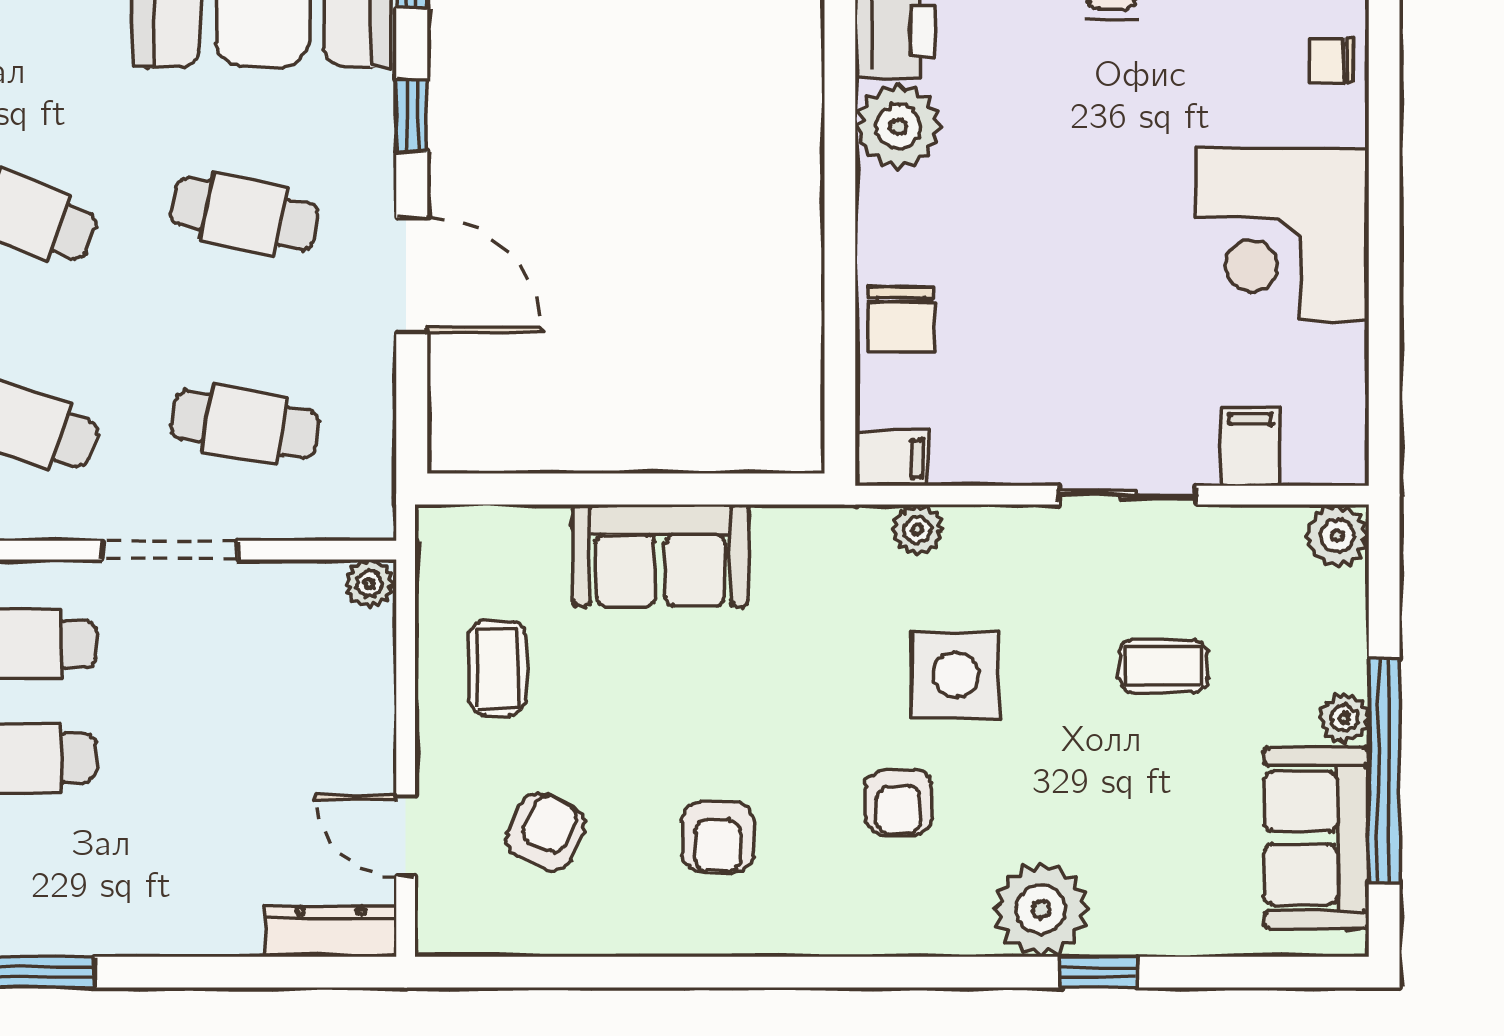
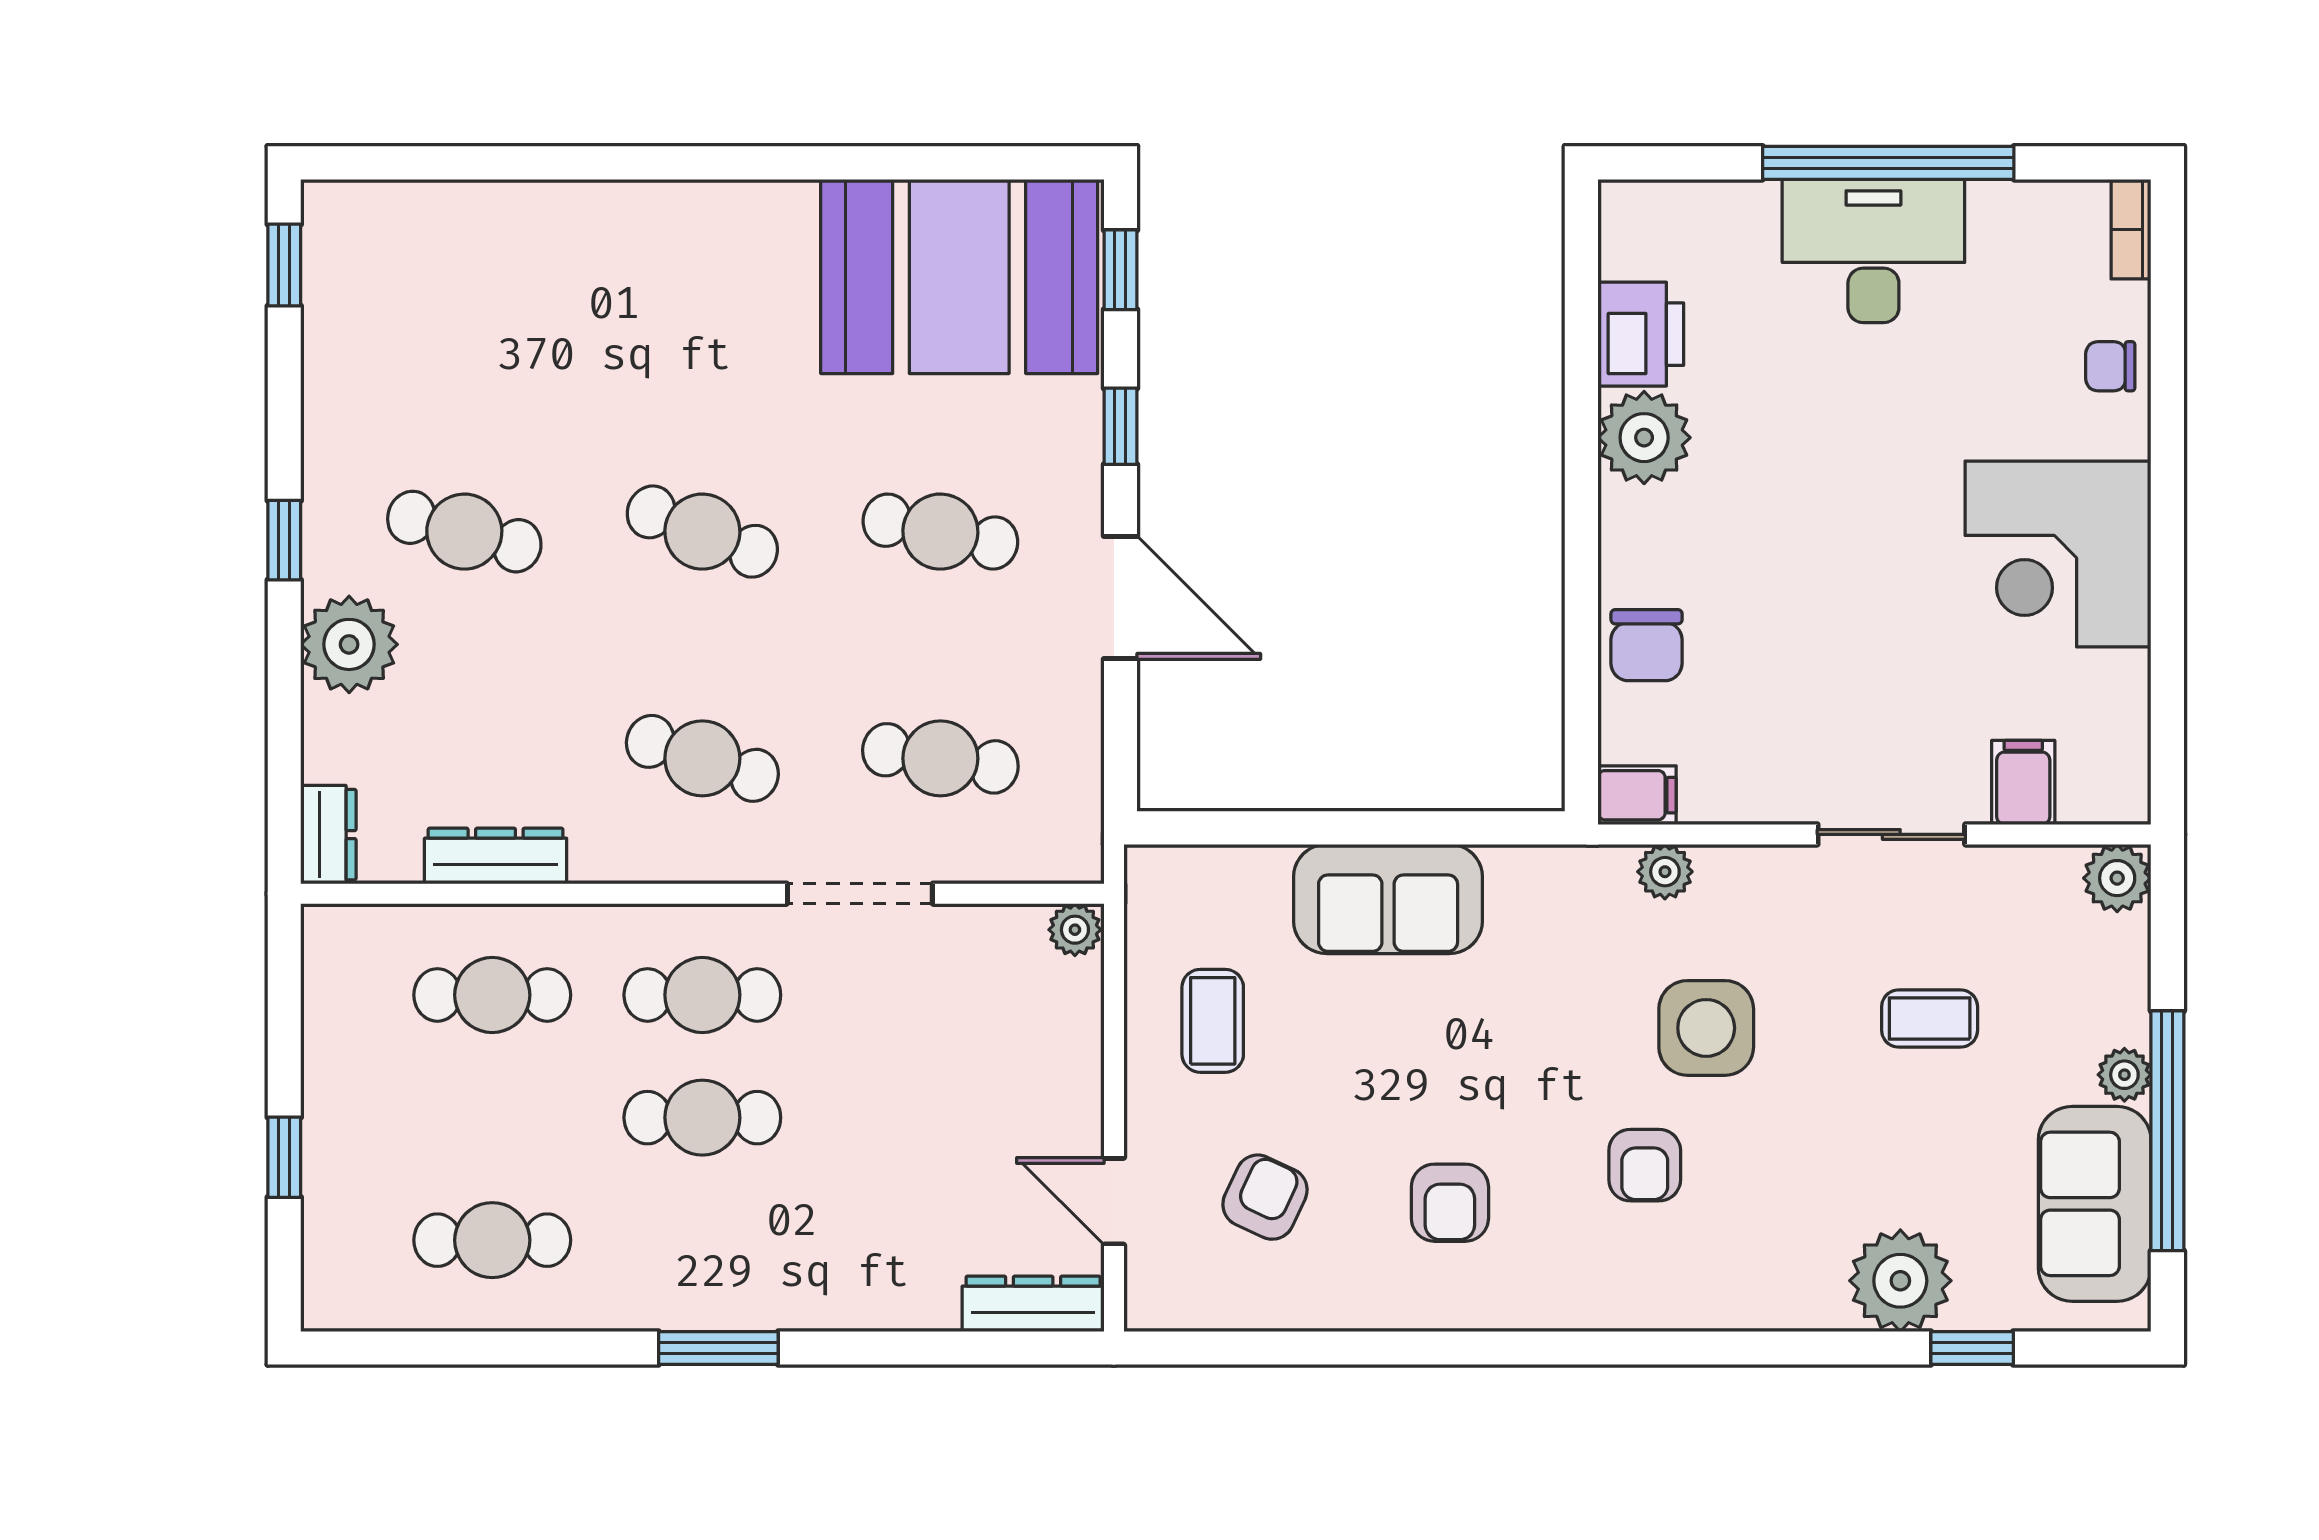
plant: (1041, 910) -> (1900, 1281), moved
window: (1099, 972) -> (1972, 1348), moved

